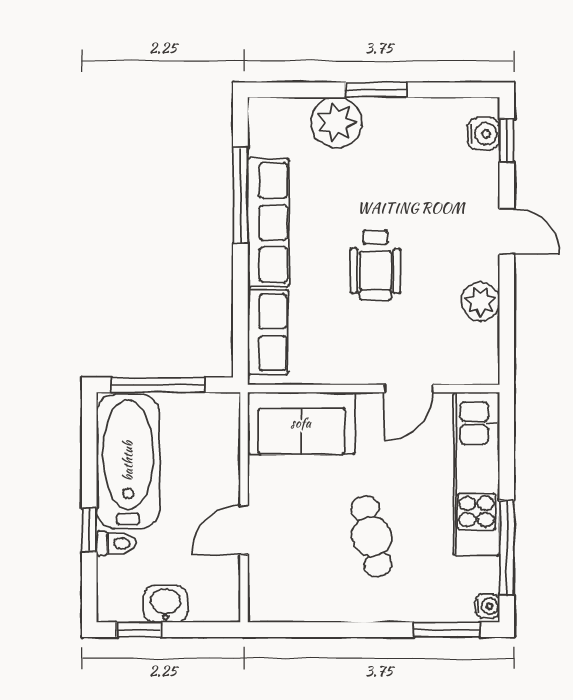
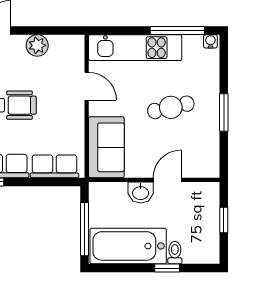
door: (244, 530) -> (167, 180), swing flipped
washbasin: (165, 604) -> (141, 193), moved, turned -90
window: (139, 630) -> (224, 220), moved
window: (447, 630) -> (224, 113), moved

